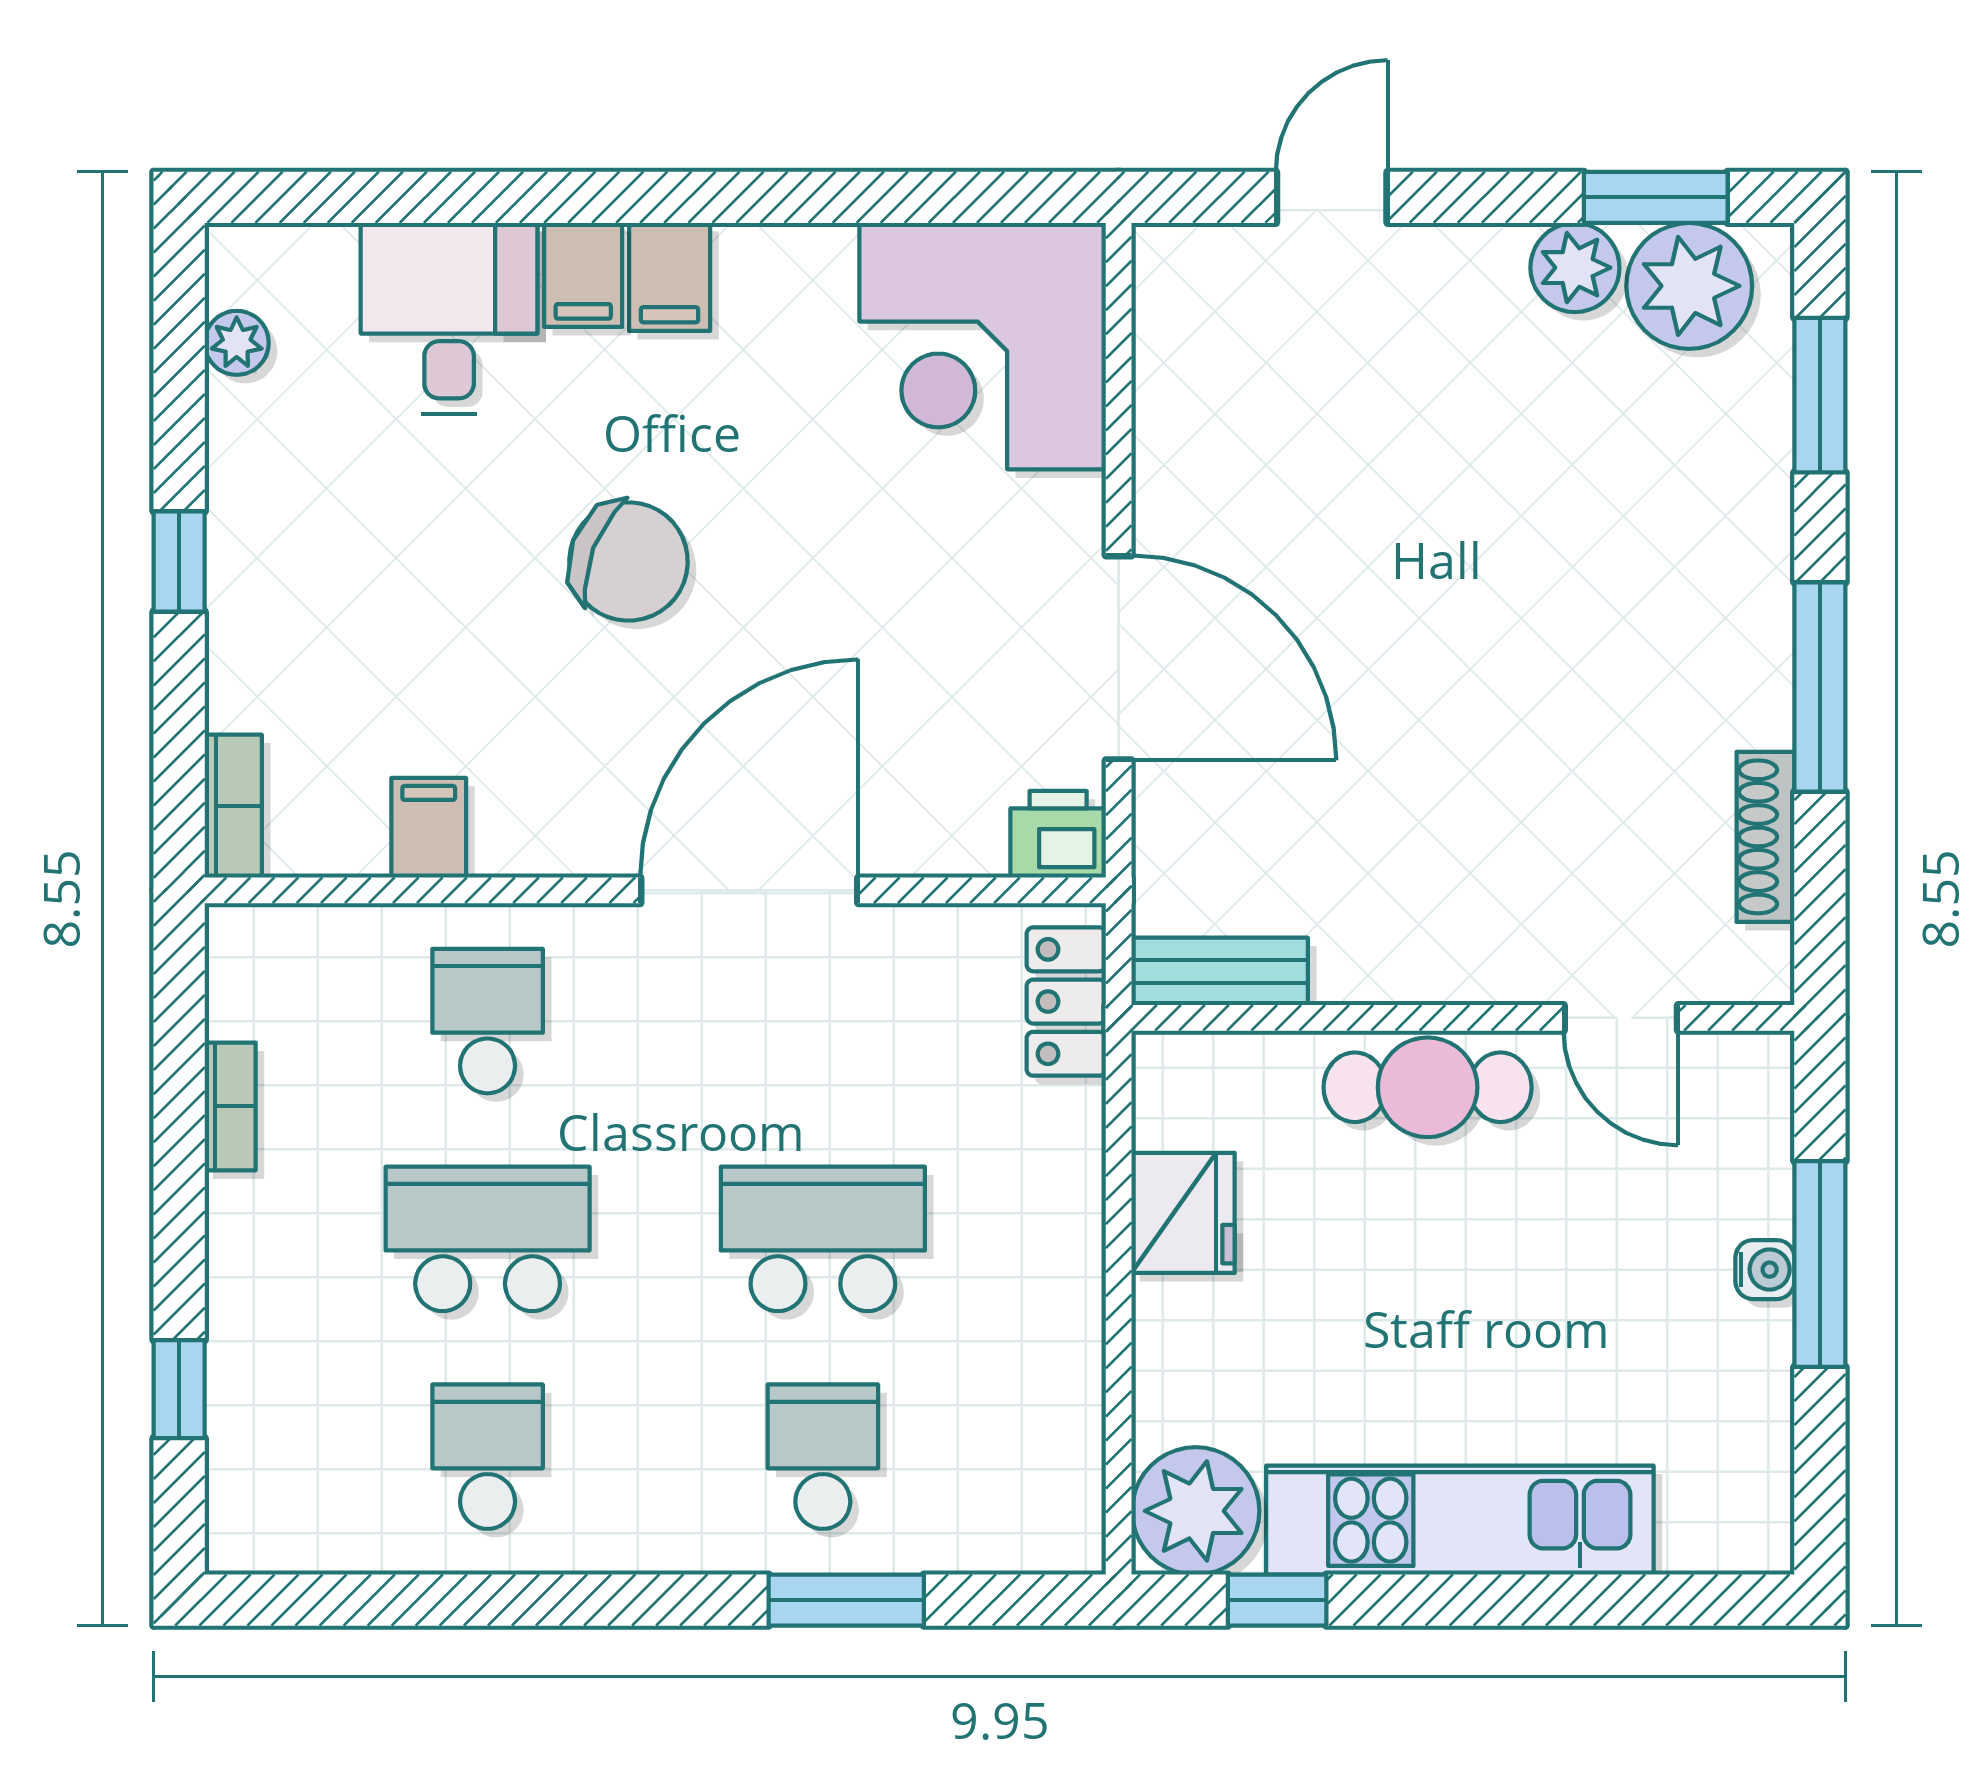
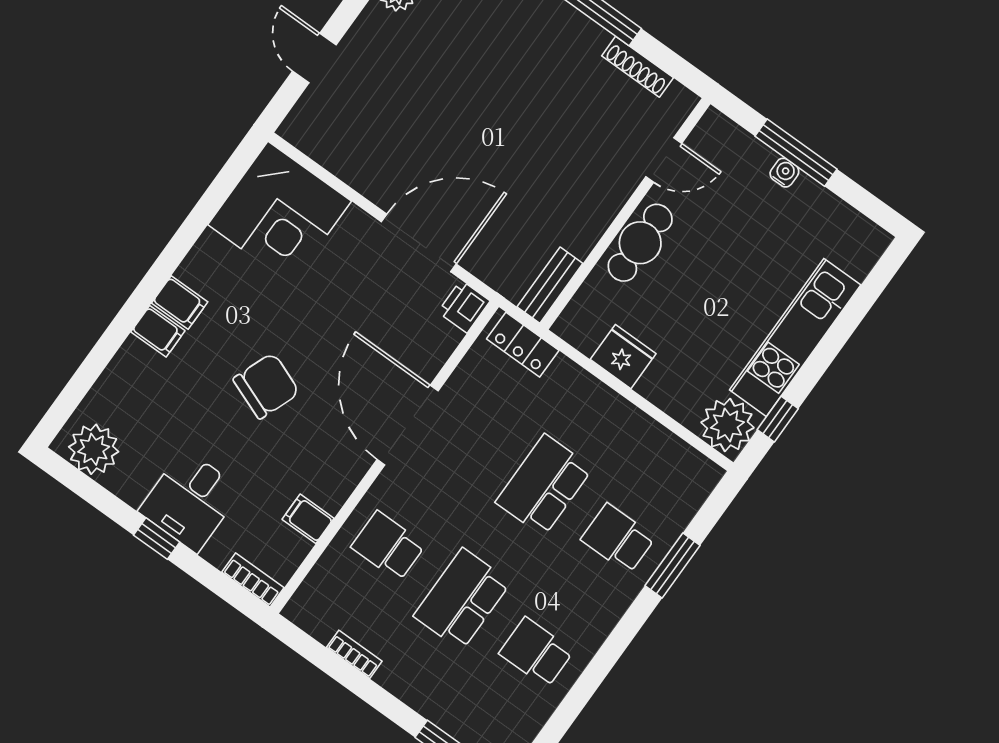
desk: (449, 318) -> (190, 501), moved, turned -90
plant: (237, 343) -> (94, 449), width x1.88, depth x1.88

